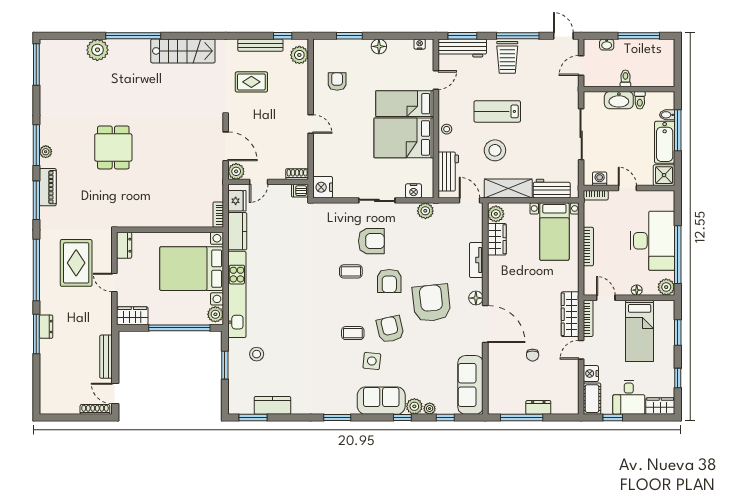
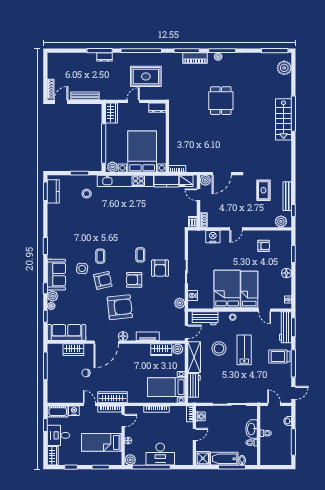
plant: (97, 50) -> (284, 68), moved
stairs: (183, 51) -> (284, 119), moved
dining table: (113, 147) -> (221, 101), turned 90
nightstand: (323, 187) -> (213, 237), moved
desk: (652, 241) -> (160, 454), width x0.73, depth x0.77
wardrobe: (497, 375) -> (73, 350), added
kitchen counter: (272, 405) -> (53, 191), moved
dresser: (538, 407) -> (52, 377), removed

